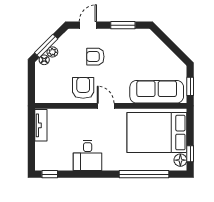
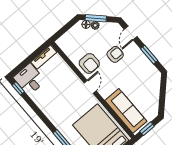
door: (88, 25) -> (131, 33), swing flipped
armchair: (95, 57) -> (115, 54), turned 90
armchair: (83, 88) -> (89, 63), turned 90
desk: (88, 155) -> (29, 79), moved, turned 90

